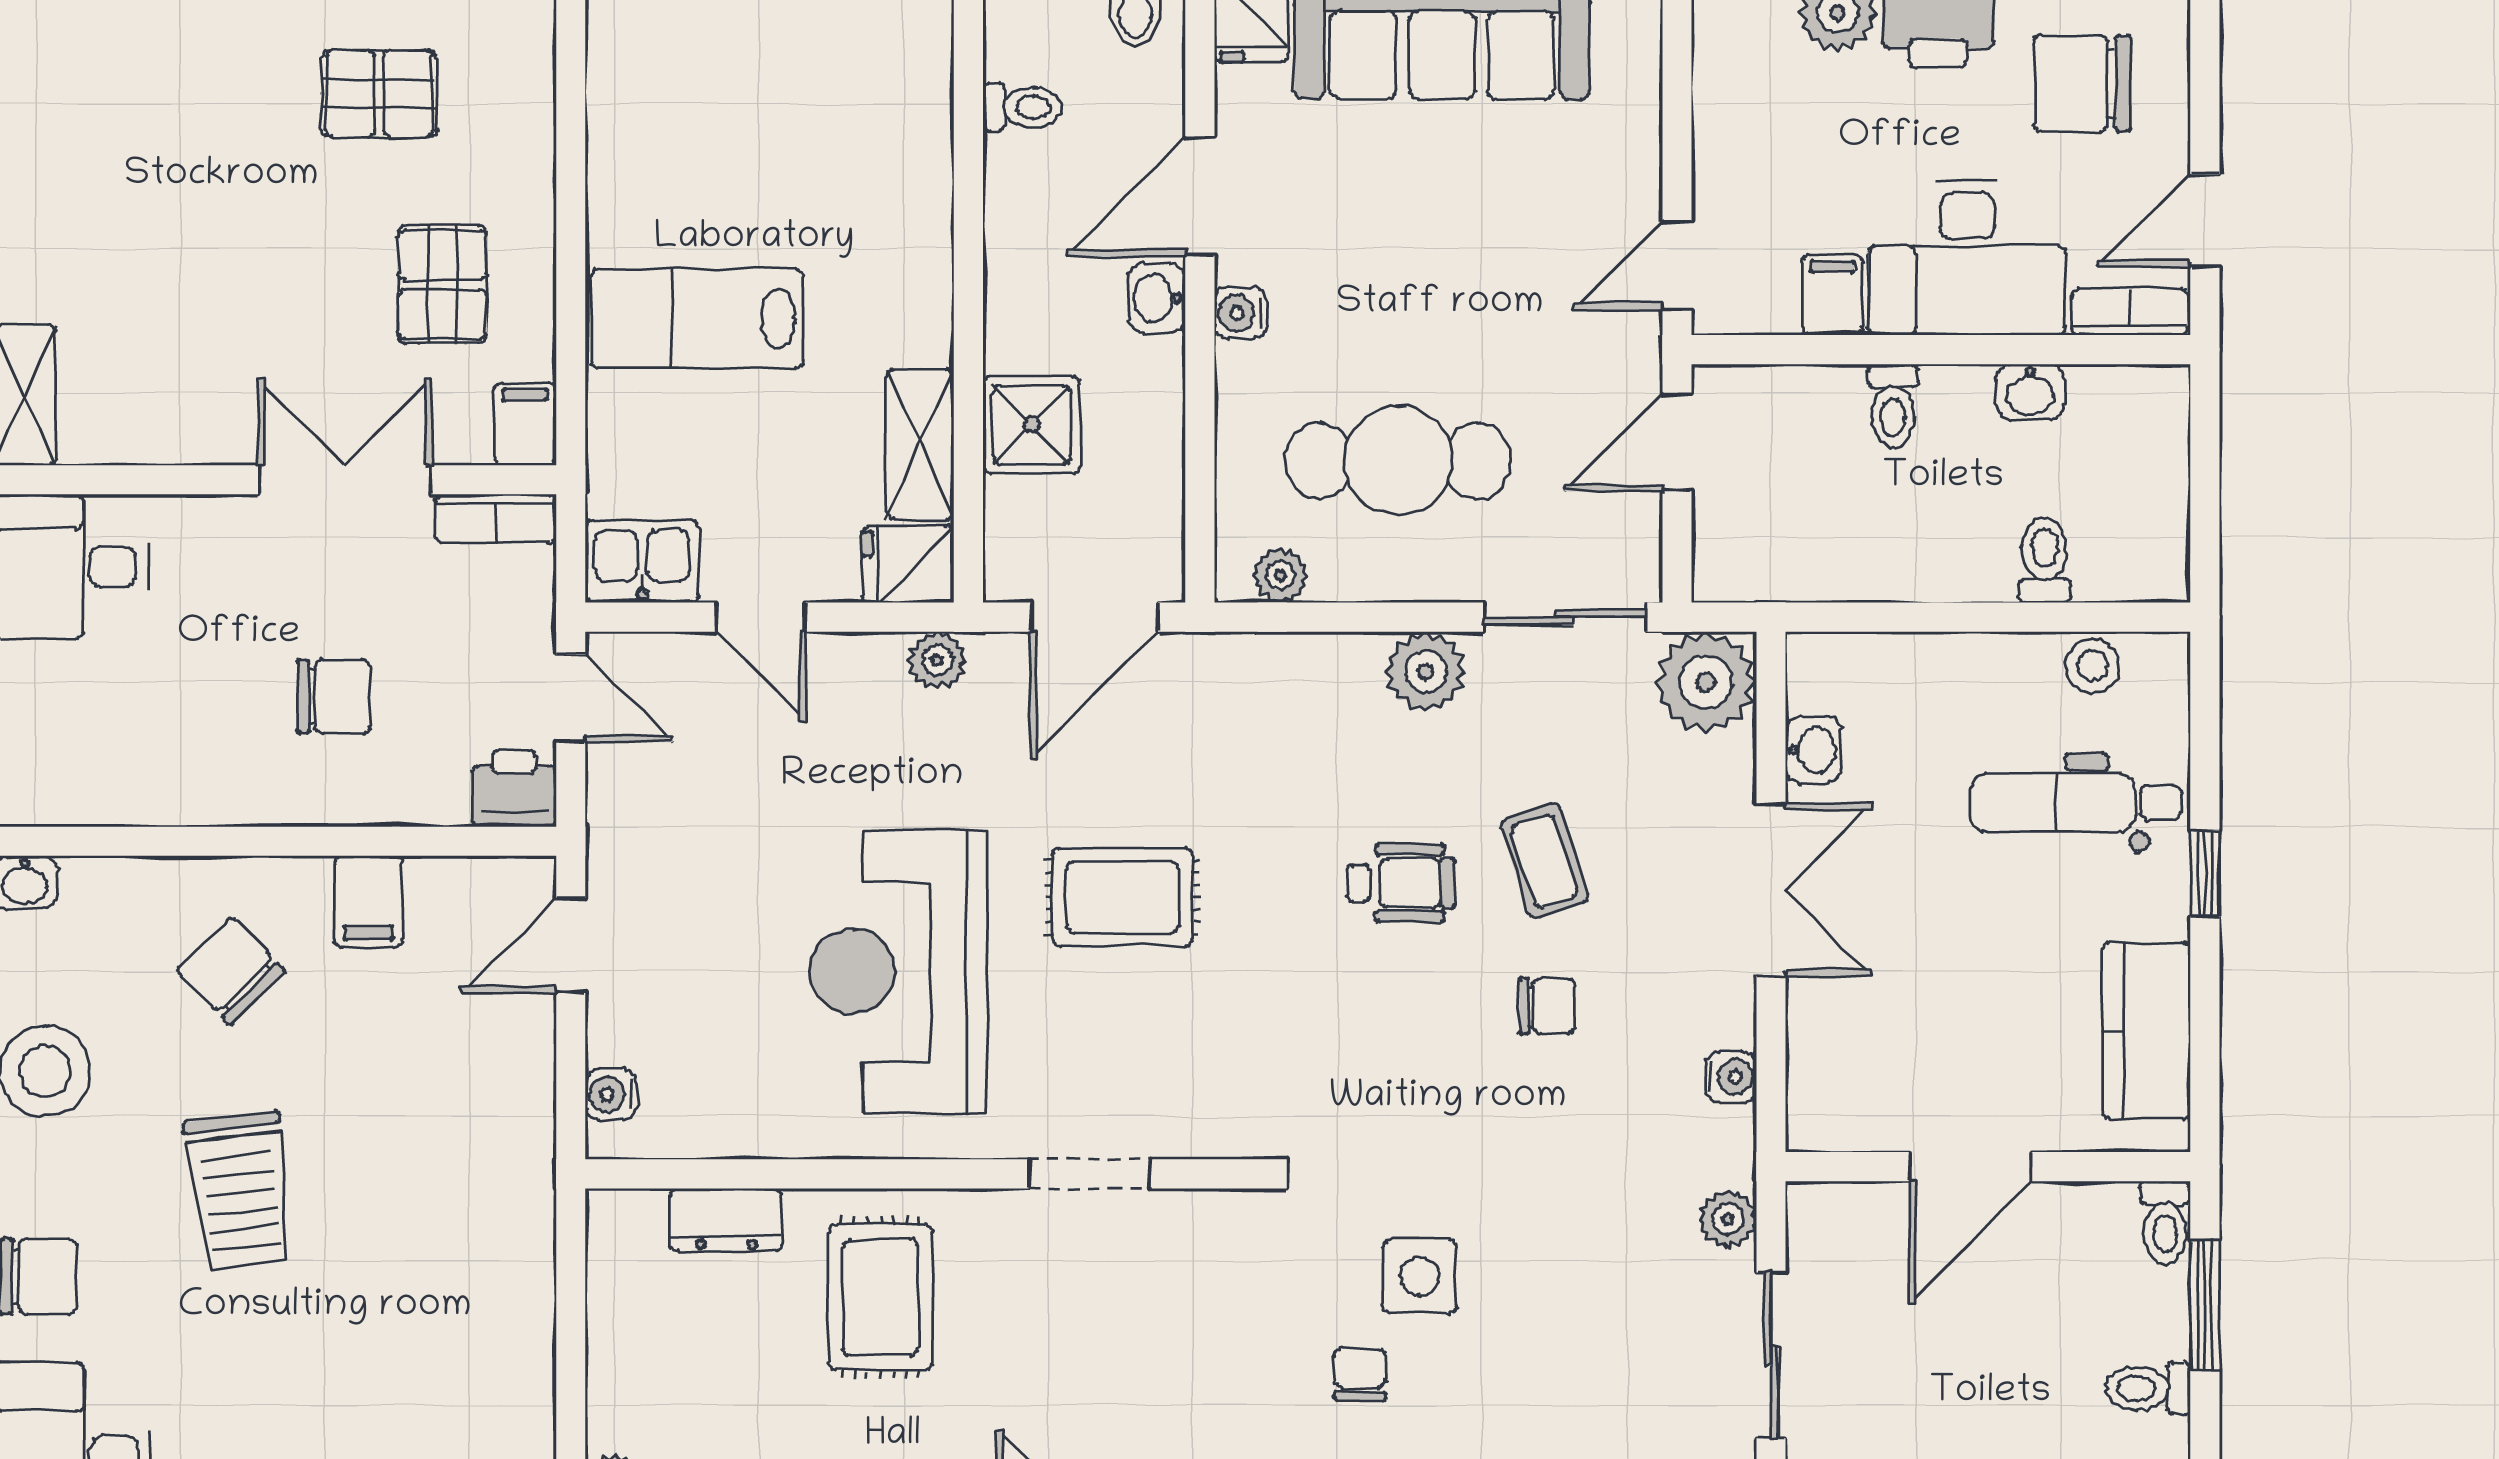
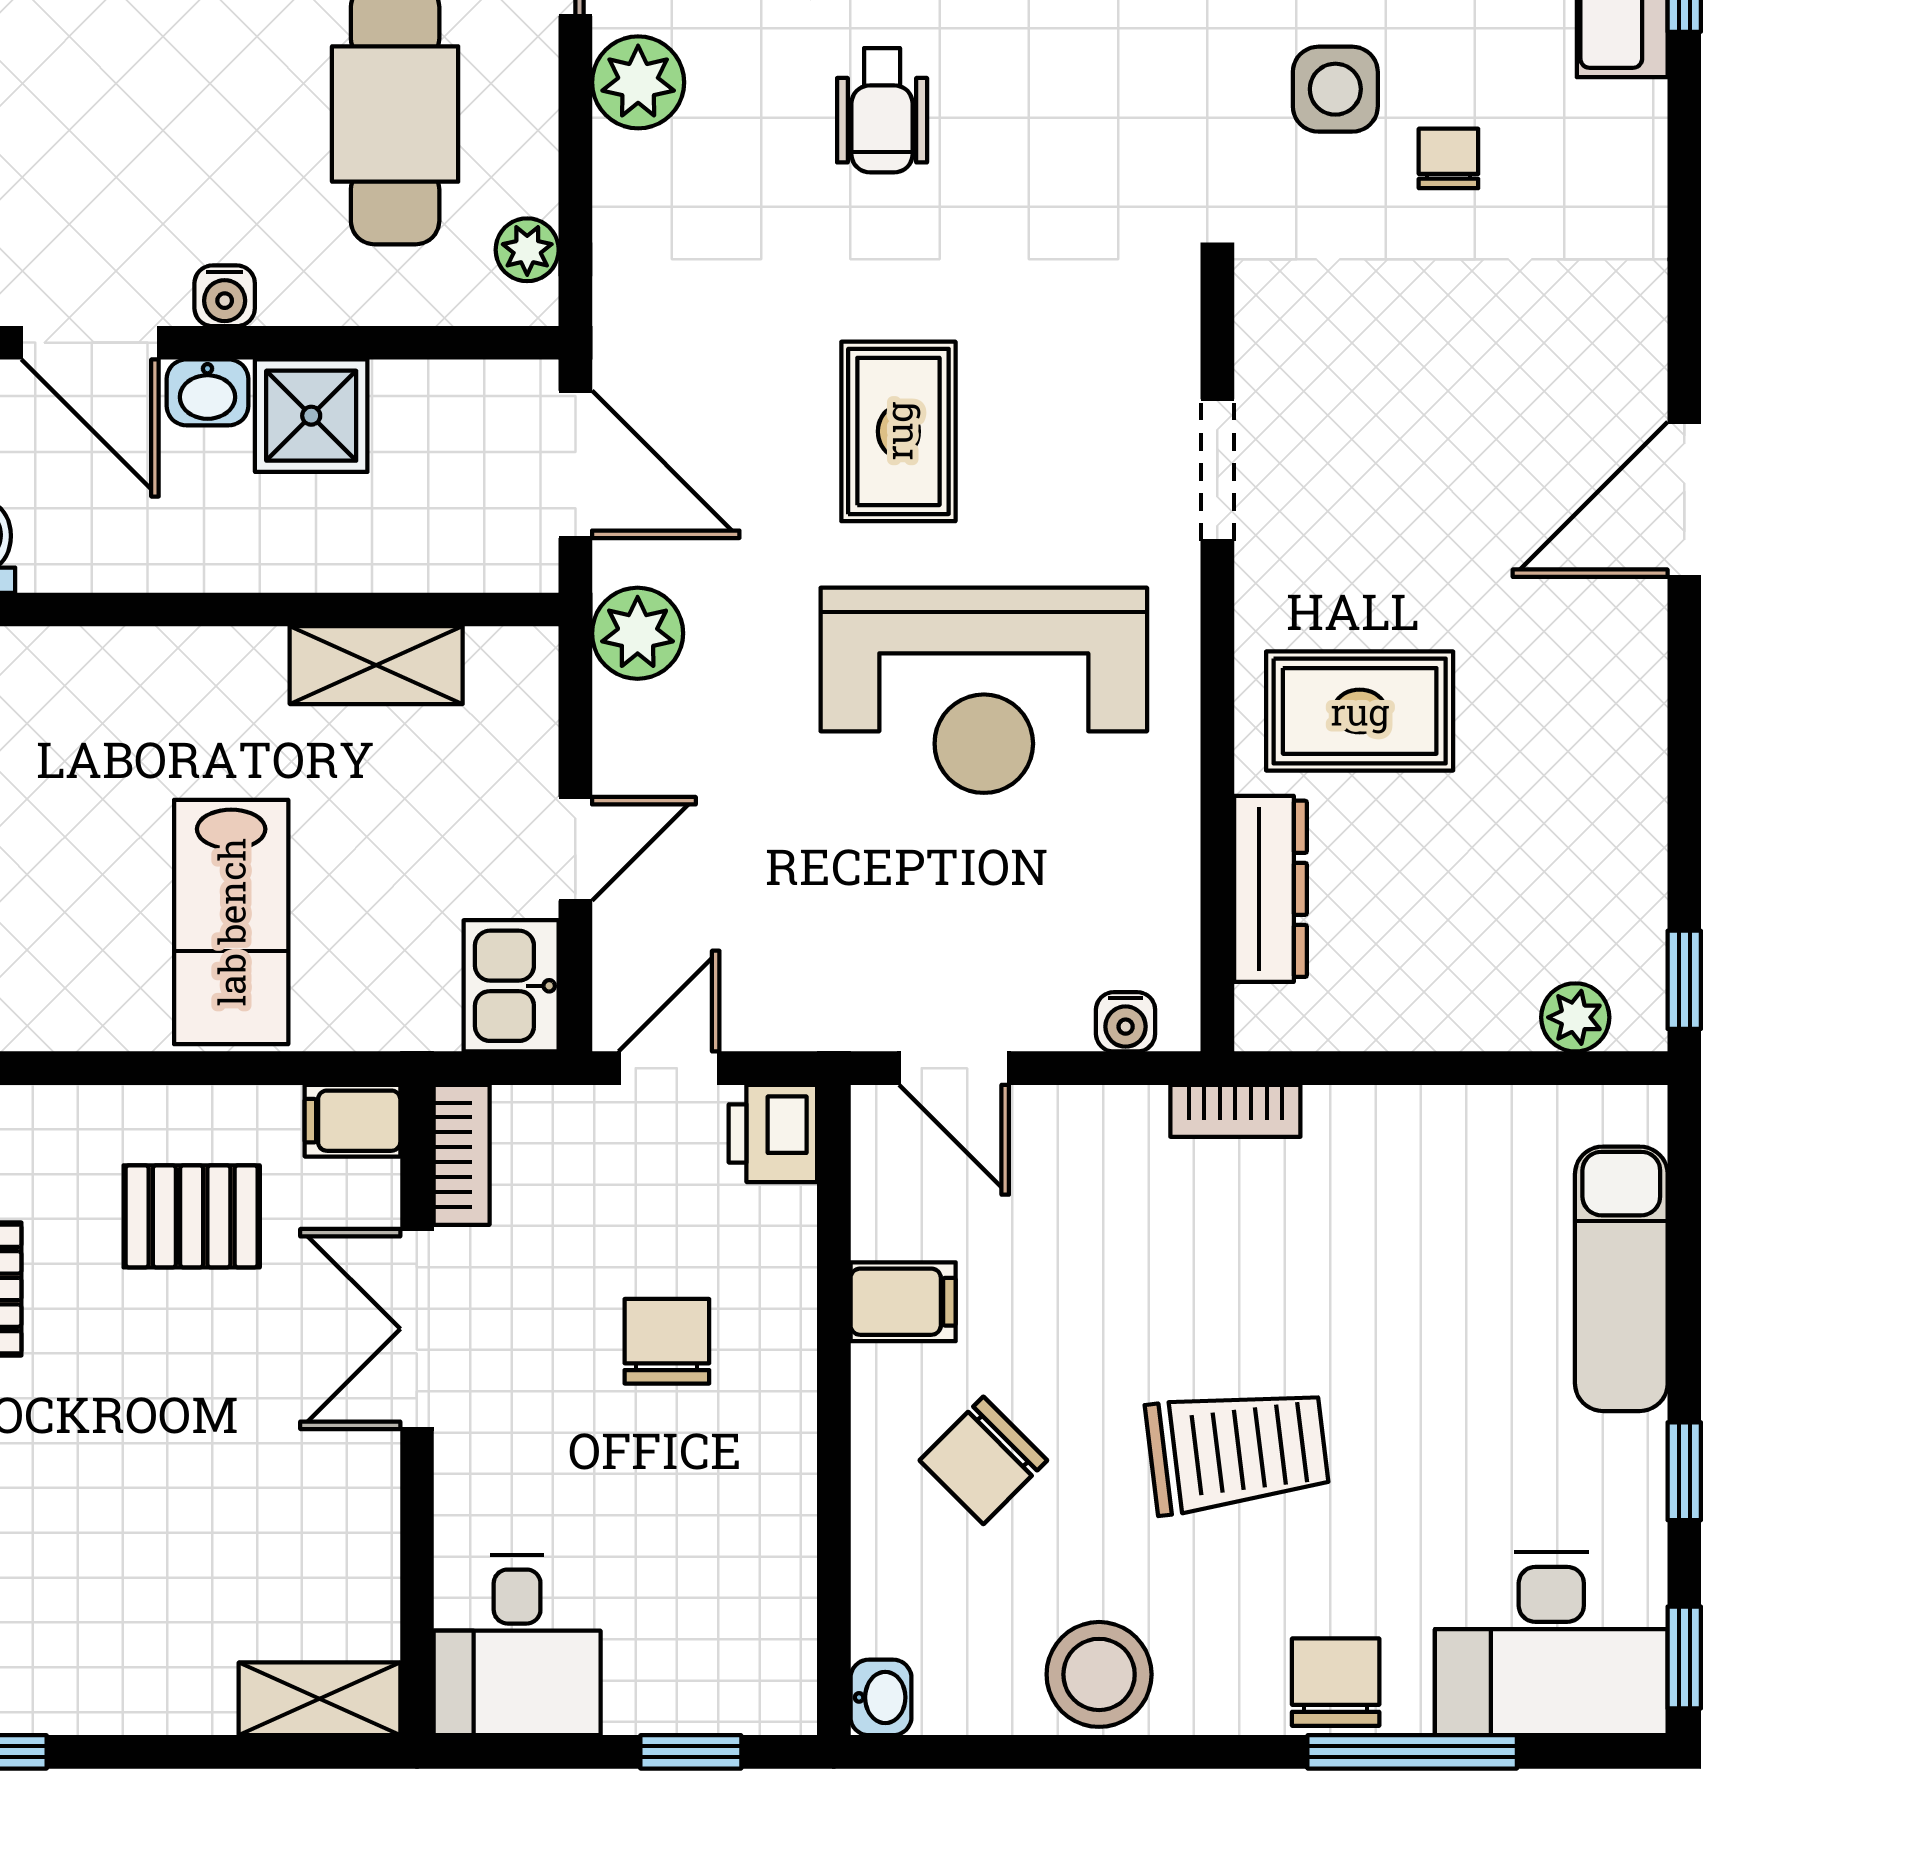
shower: (1032, 425) -> (311, 416), moved
fridge: (908, 564) -> (514, 679), removed
plant: (937, 660) -> (638, 633), width x1.38, depth x1.38
wheelchair: (1401, 883) -> (882, 110), turned 180
bookcase: (534, 1189) -> (1235, 1111), added
dresser: (726, 1220) -> (1270, 889), width x1.44
chair: (1360, 1374) -> (1448, 158), turned 90

